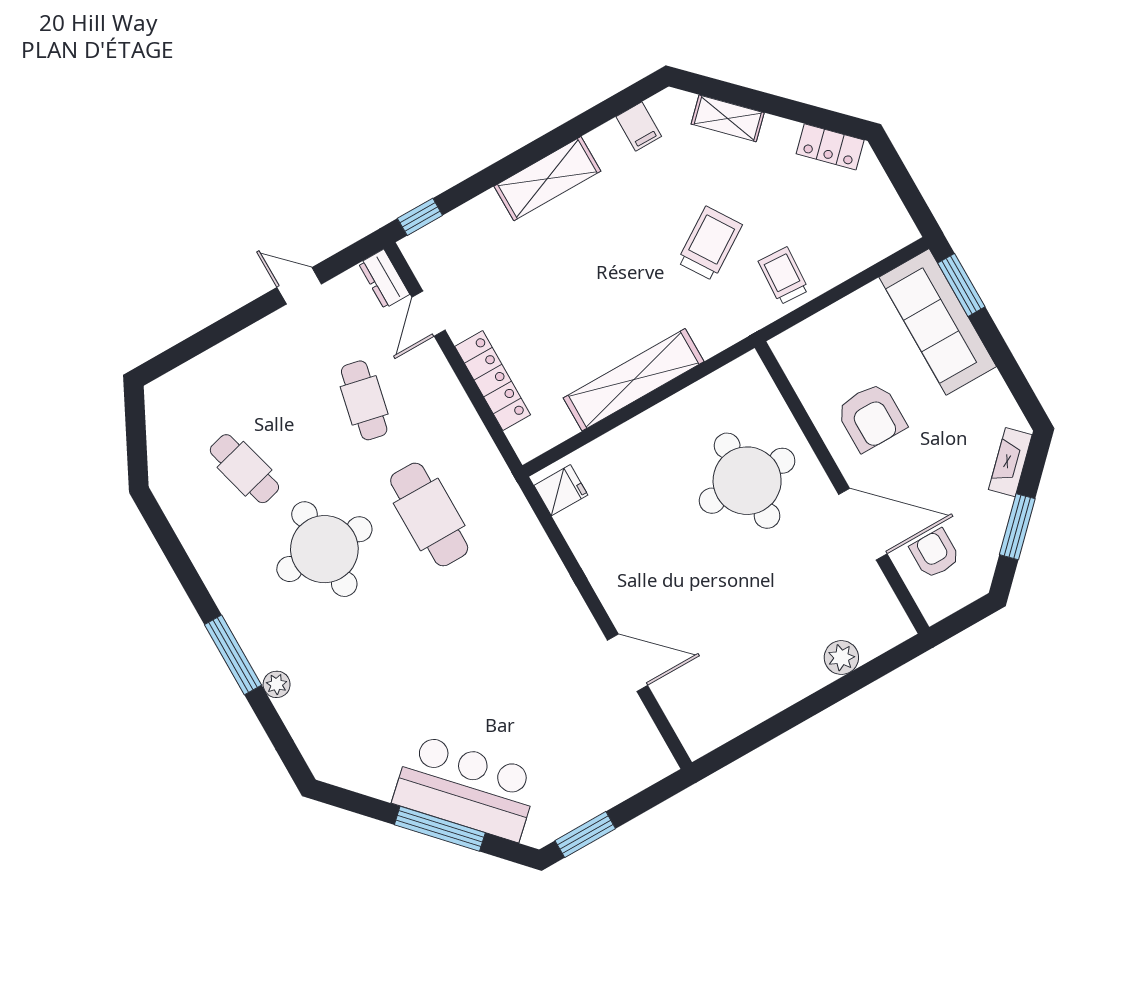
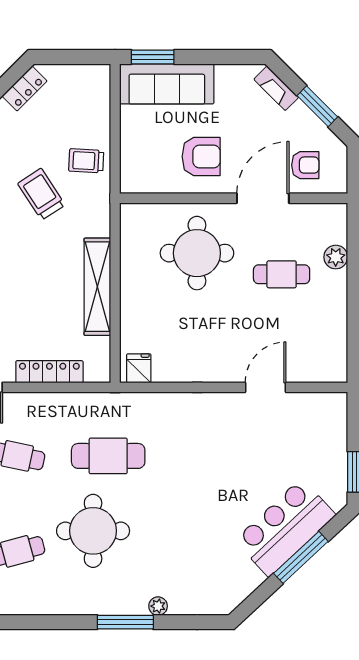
armchair: (935, 554) -> (305, 165), turned 180
cafe table: (781, 602) -> (282, 274), added

